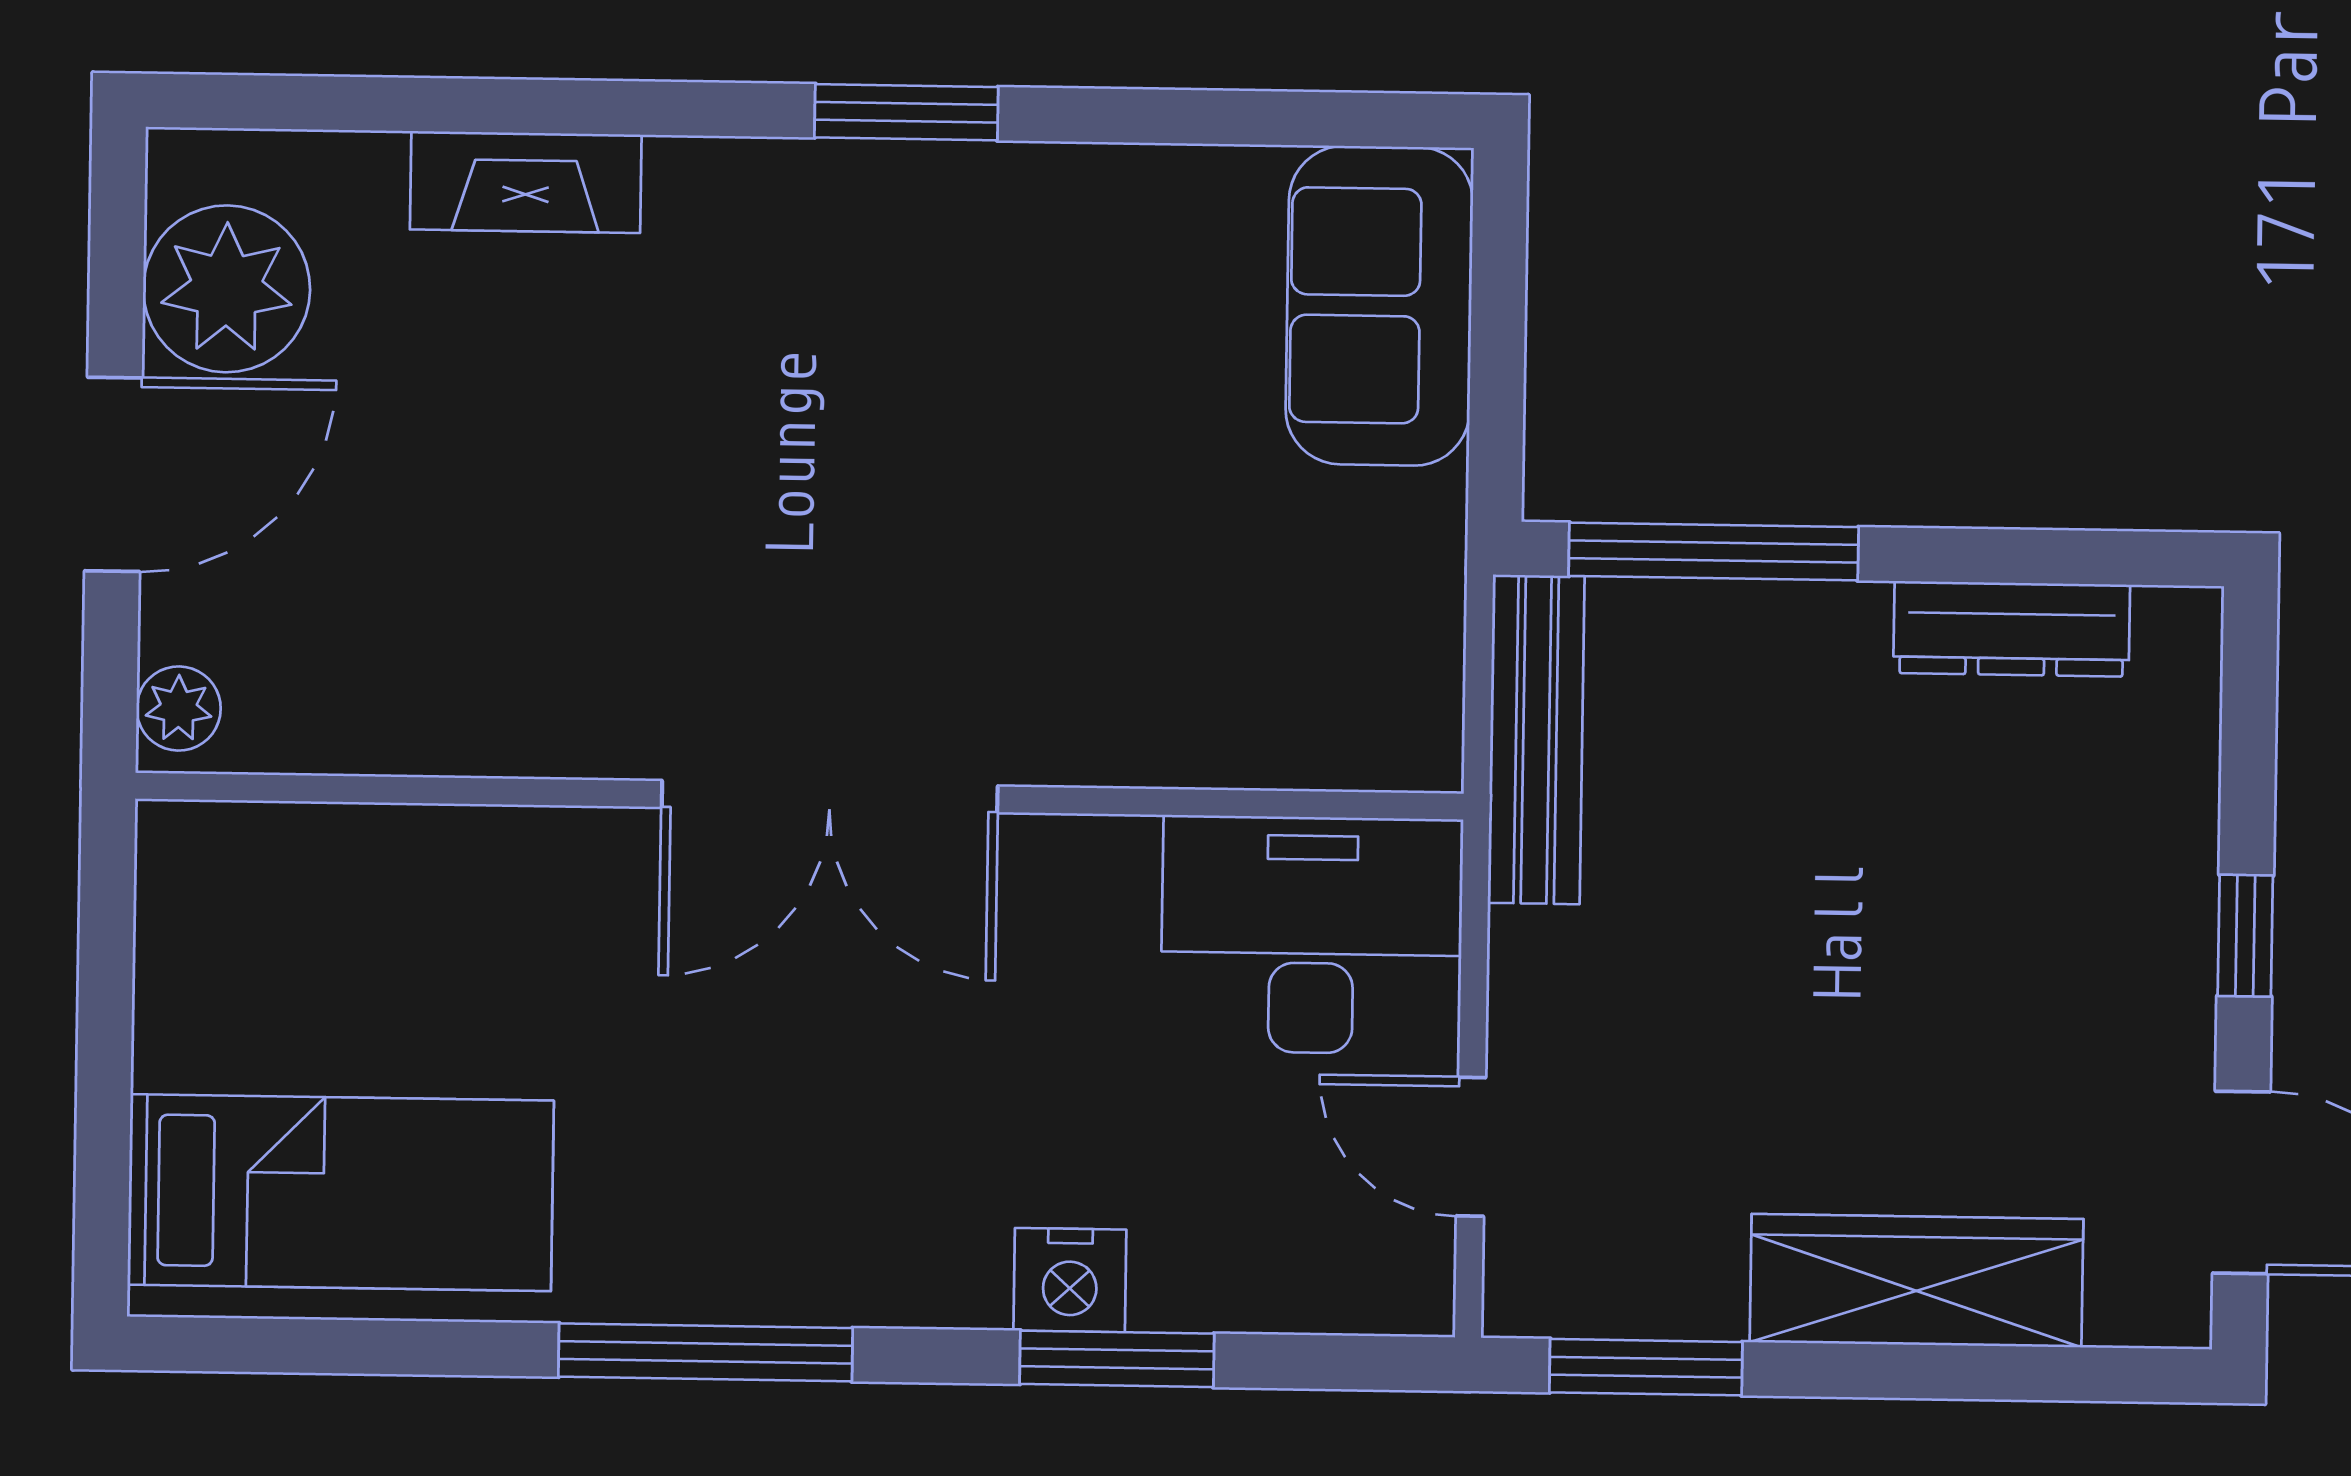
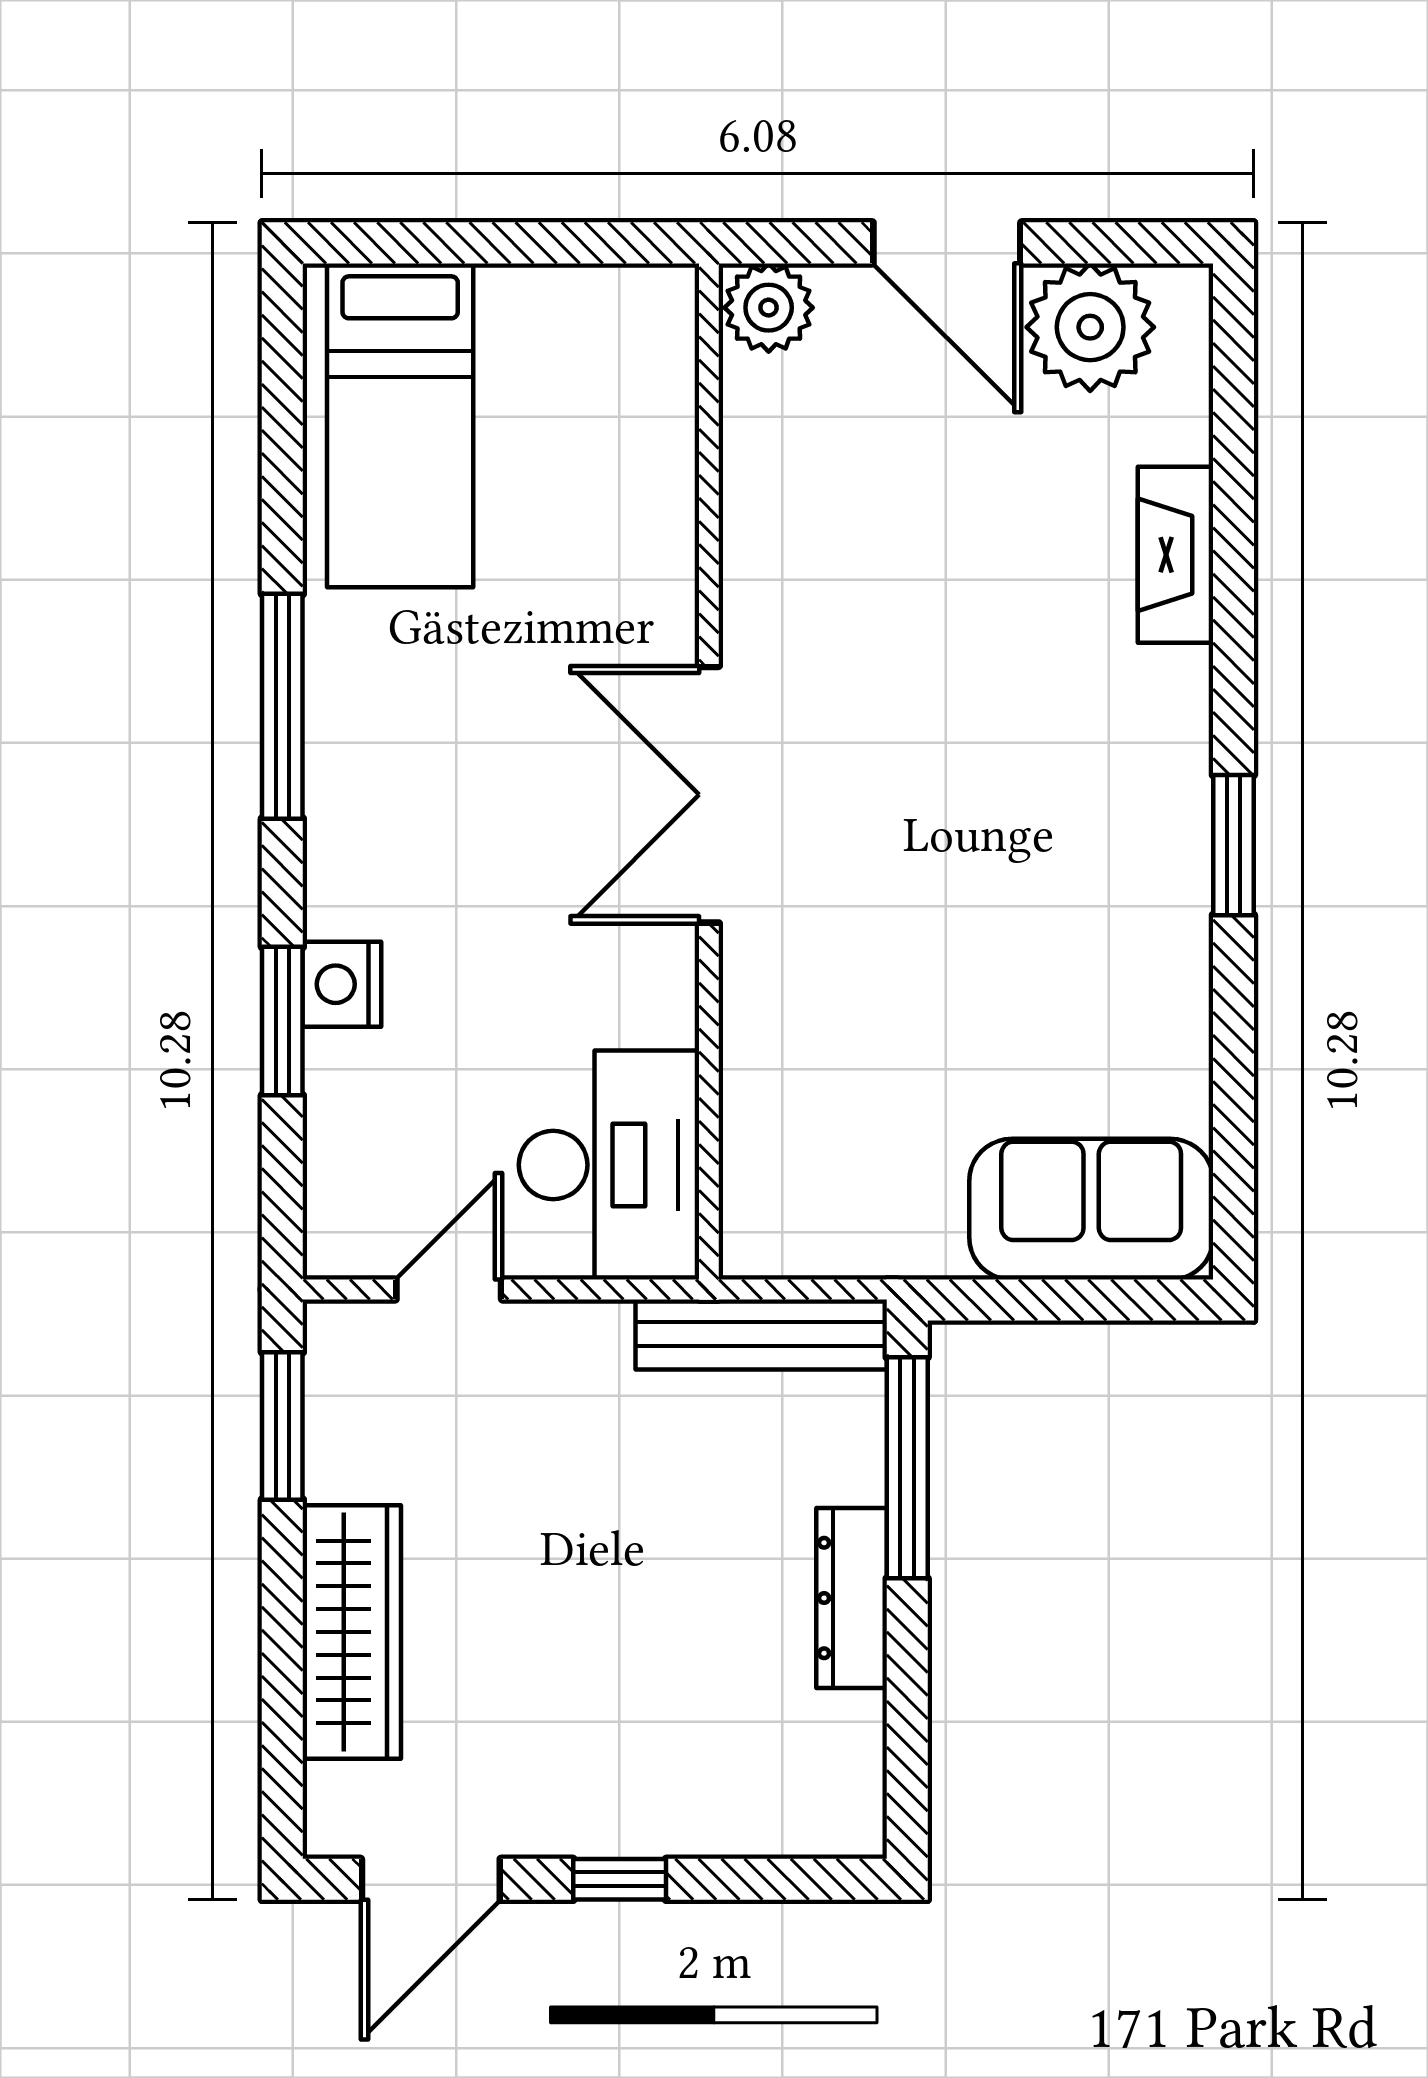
dresser: (2012, 629) -> (852, 1598), moved
plant: (179, 709) -> (769, 308), width x1.38, depth x1.38

